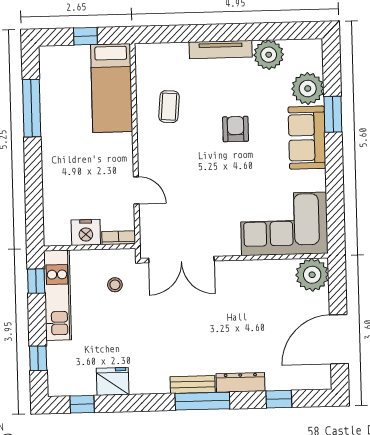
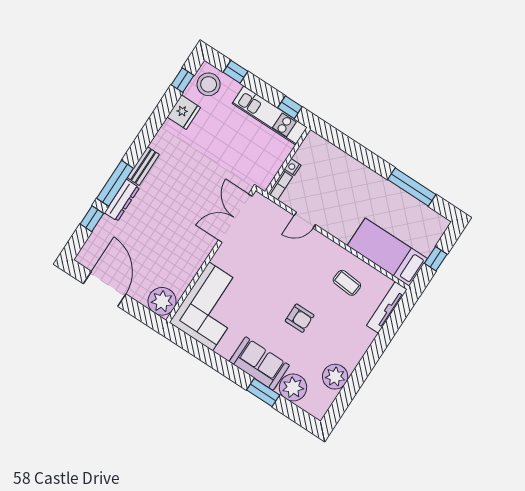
tv unit: (221, 50) -> (387, 307), moved
nightstand: (86, 232) -> (293, 167), width x0.53, depth x0.56
stool: (115, 285) -> (209, 84), moved, width x1.89, depth x1.89
window: (202, 401) -> (115, 183), moved

